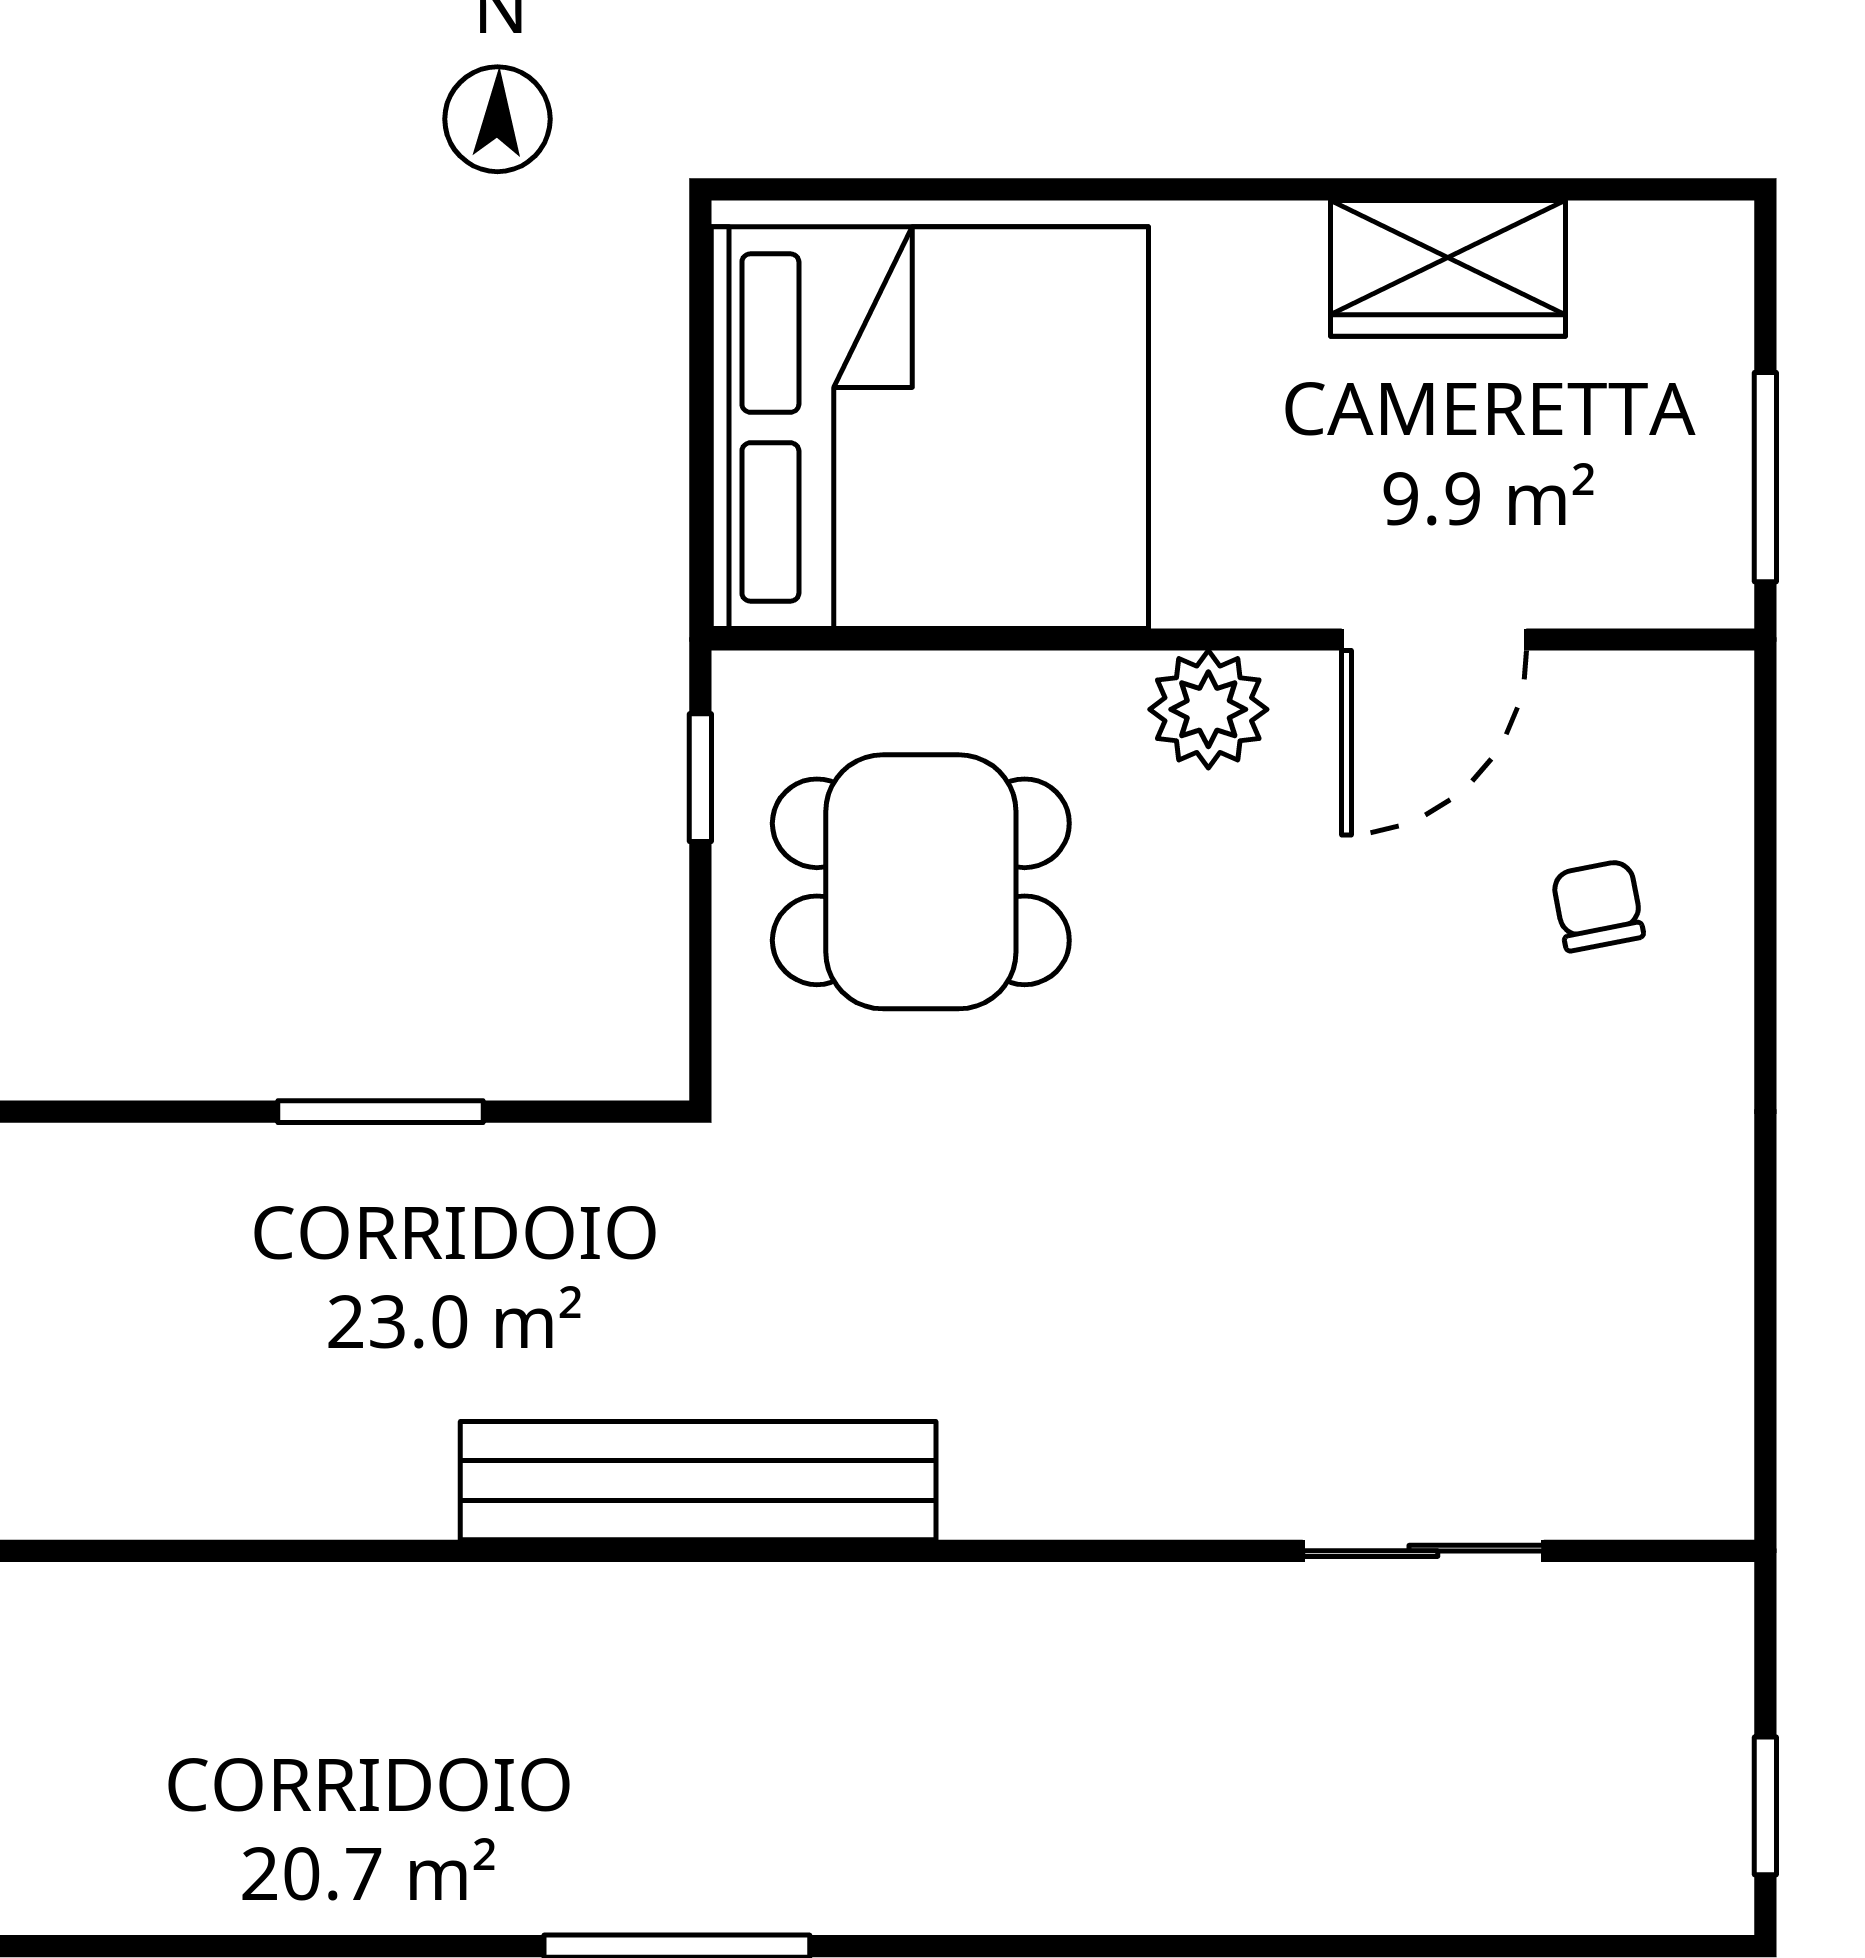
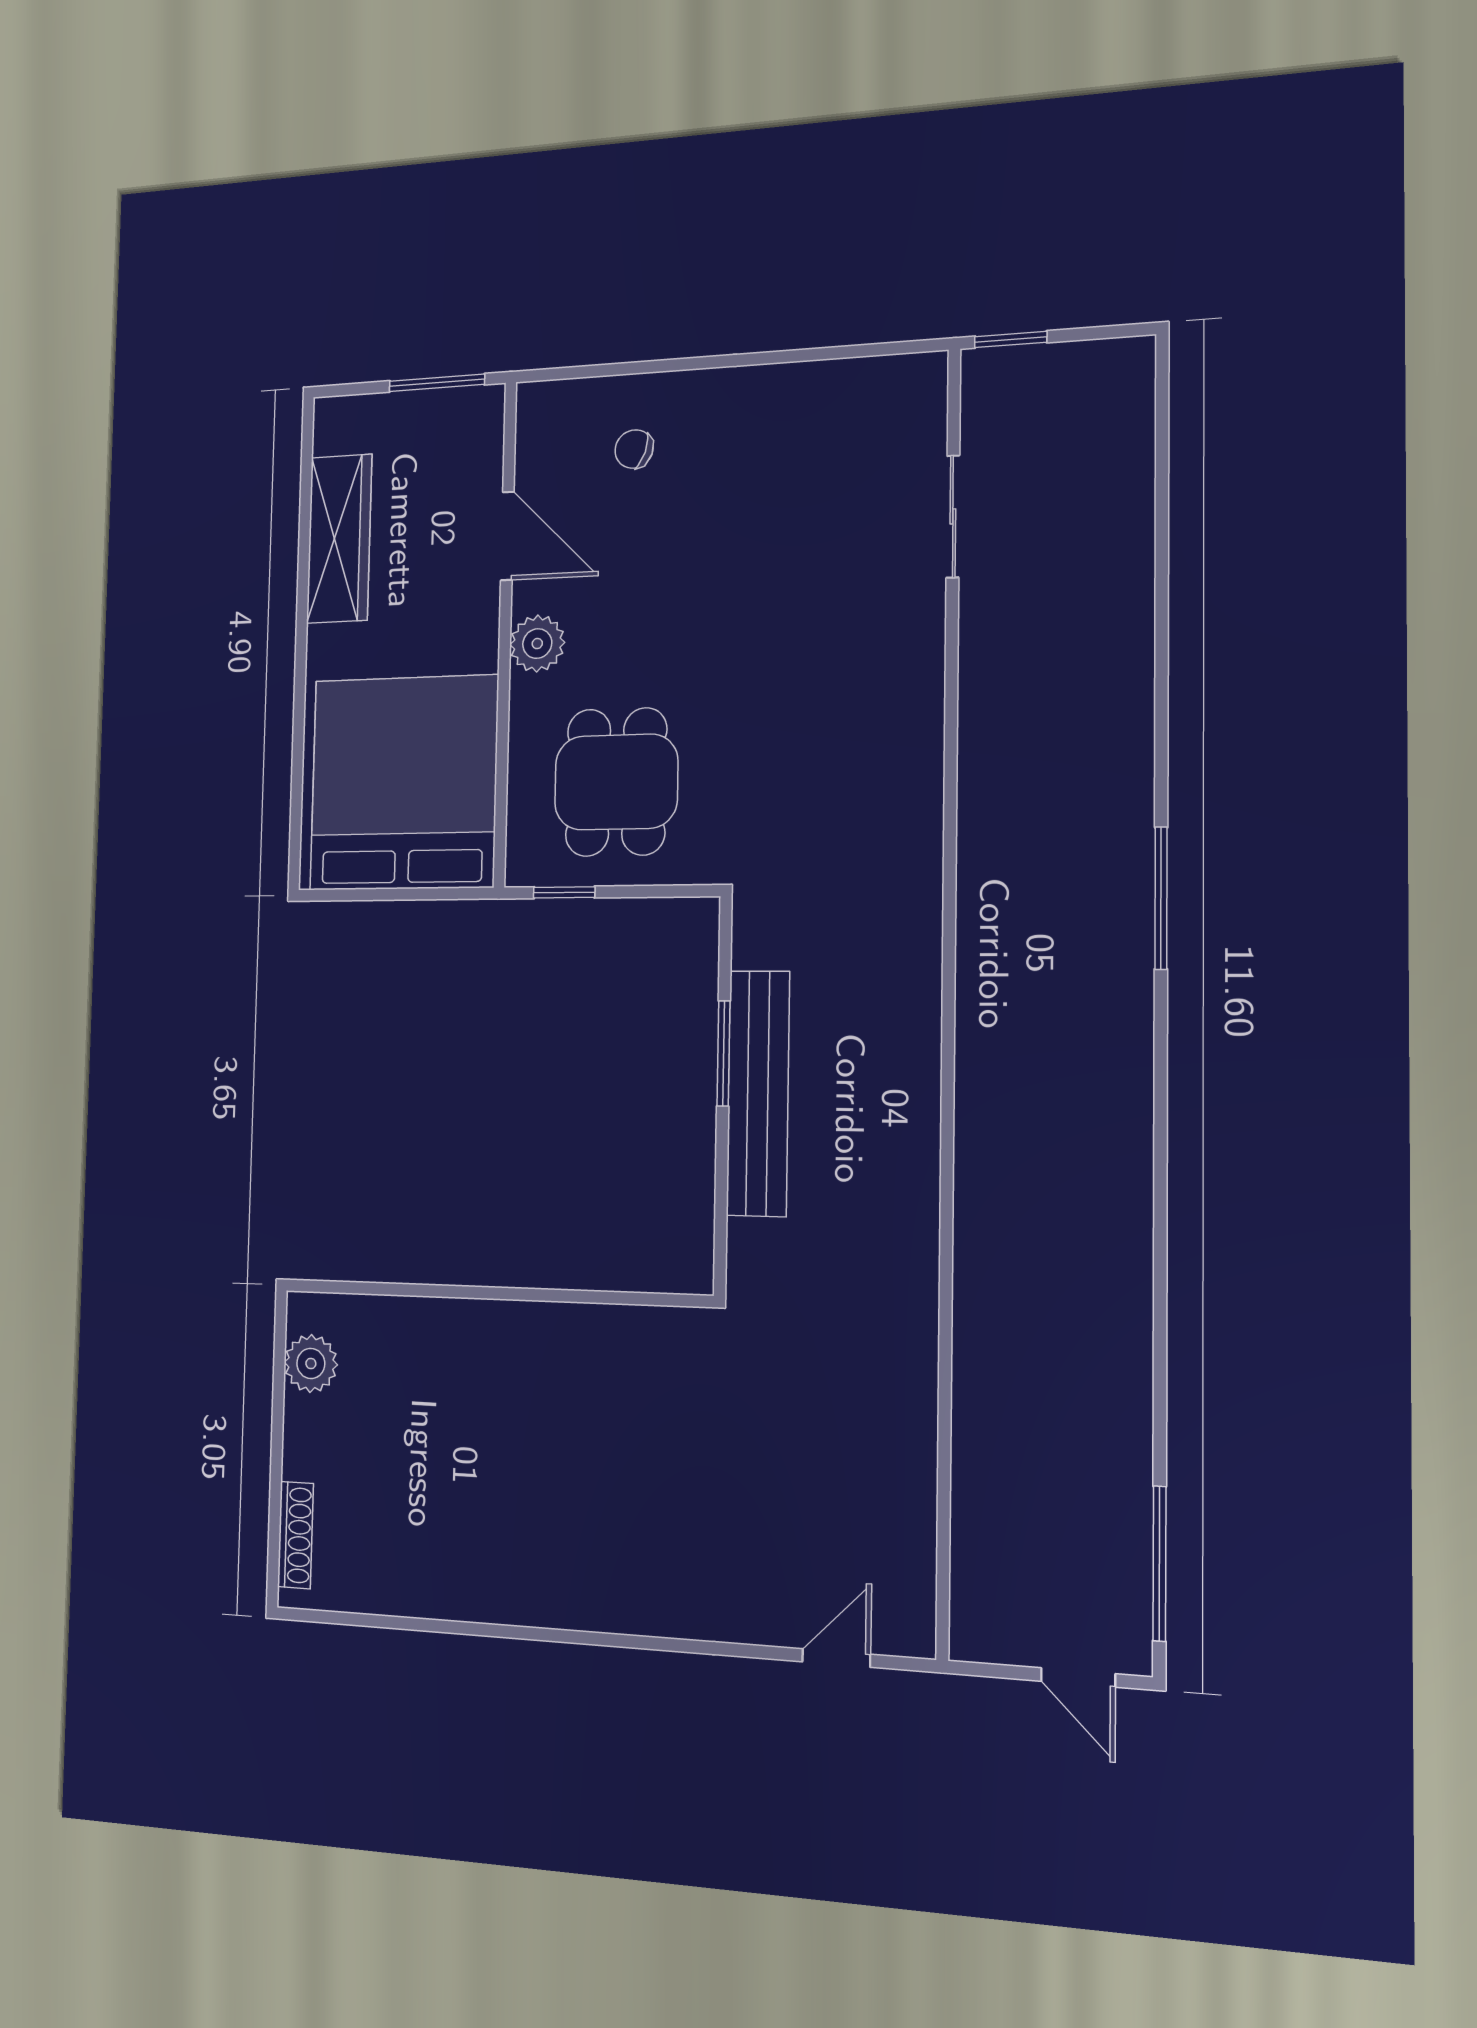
wardrobe: (1448, 268) -> (339, 539), width x1.50
chair: (1598, 906) -> (634, 449), turned 30
bench: (698, 1481) -> (758, 1093), moved
window: (1765, 1806) -> (1011, 339), moved

